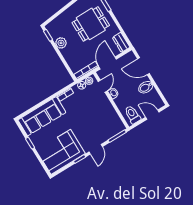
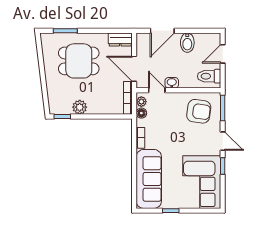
dining table: (91, 24) -> (79, 61), turned 90
armchair: (106, 122) -> (199, 111), added

